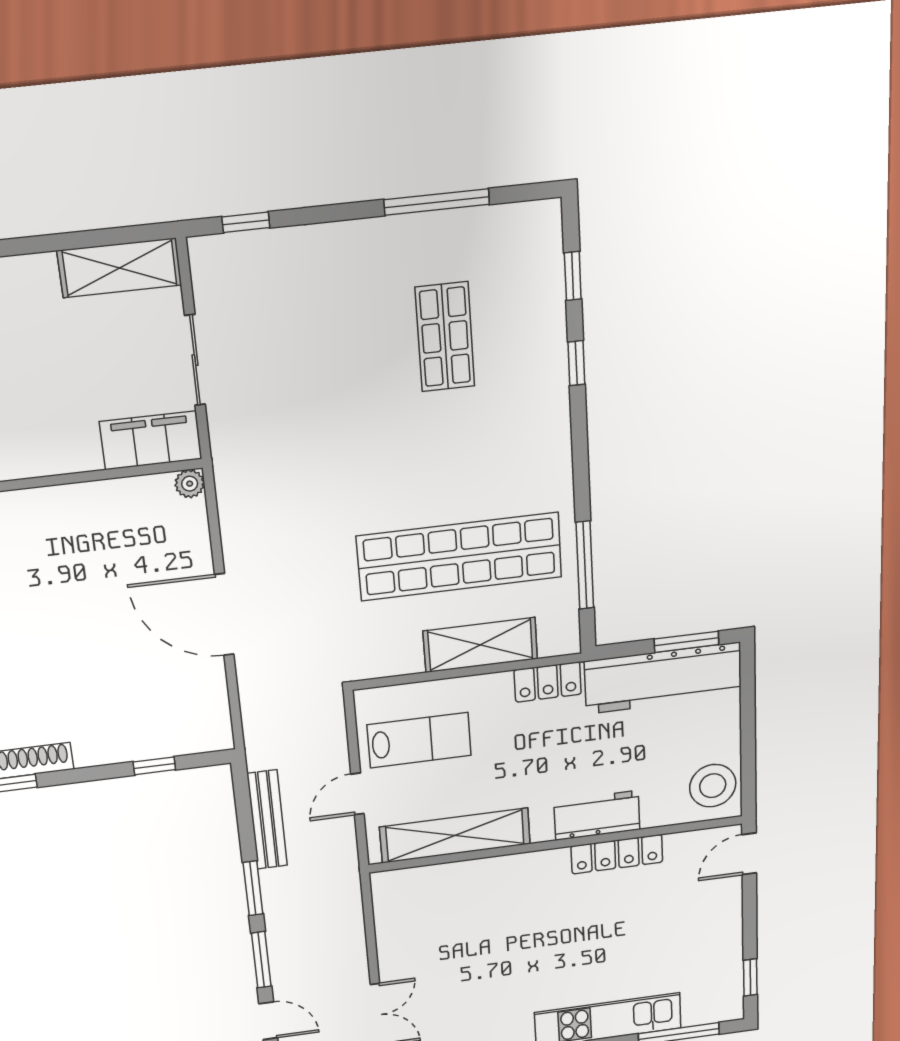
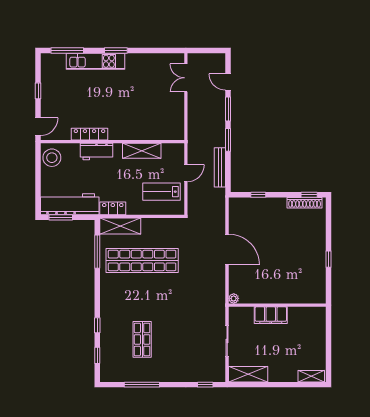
filing cabinet: (151, 440) -> (271, 315), moved
shelving: (480, 645) -> (120, 226), moved
shelving: (455, 836) -> (142, 151), width x0.68
window: (750, 977) -> (38, 91), moved

